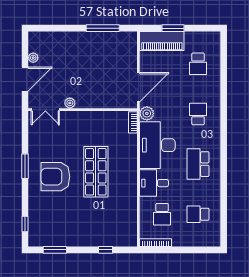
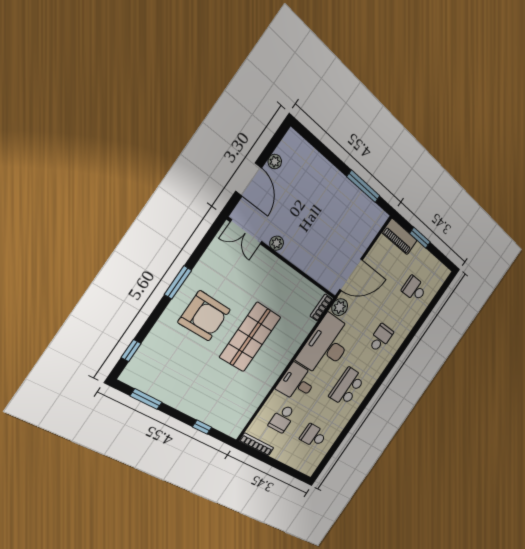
piano: (162, 41) -> (400, 237), width x0.73, depth x0.75
school desk: (198, 64) -> (414, 289), turned 90
door: (25, 79) -> (249, 179), hinge flipped
armchair: (55, 177) -> (204, 316), turned 180

